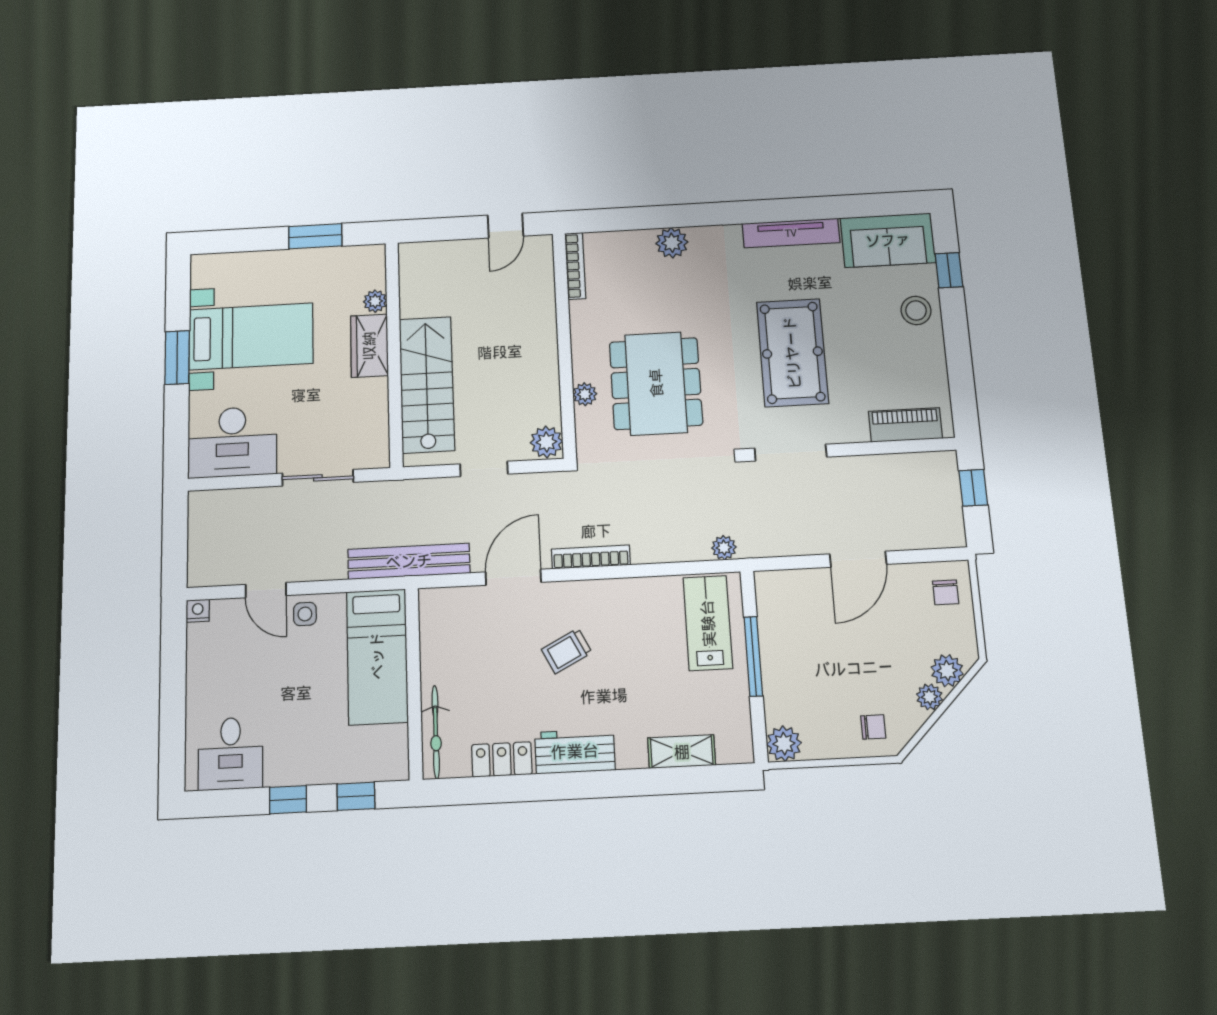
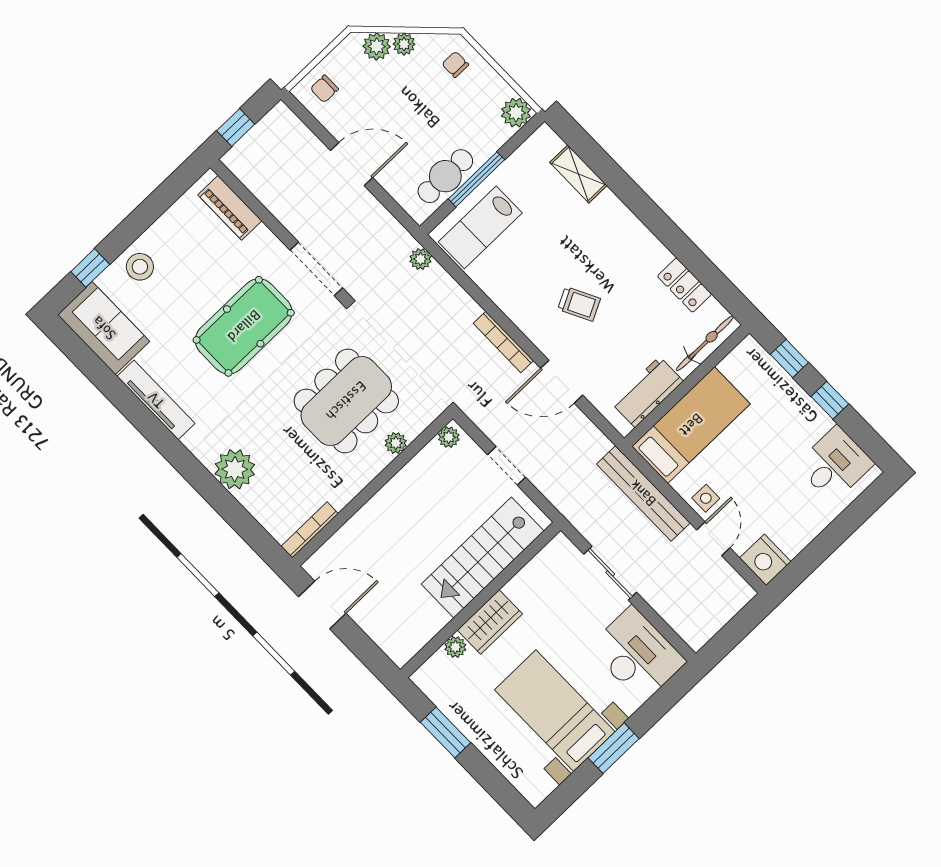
door: (506, 226) -> (322, 605), width x1.38
plant: (672, 243) -> (235, 469), width x1.36, depth x1.36
plant: (546, 442) -> (449, 437), width x0.73, depth x0.73
bench: (409, 561) -> (643, 493), moved
chair: (946, 592) -> (324, 89), turned 180
nightstand: (198, 611) -> (765, 560), width x1.89, depth x1.79
cafe table: (779, 631) -> (445, 176), added
workbench: (575, 751) -> (647, 392), moved, turned 90

